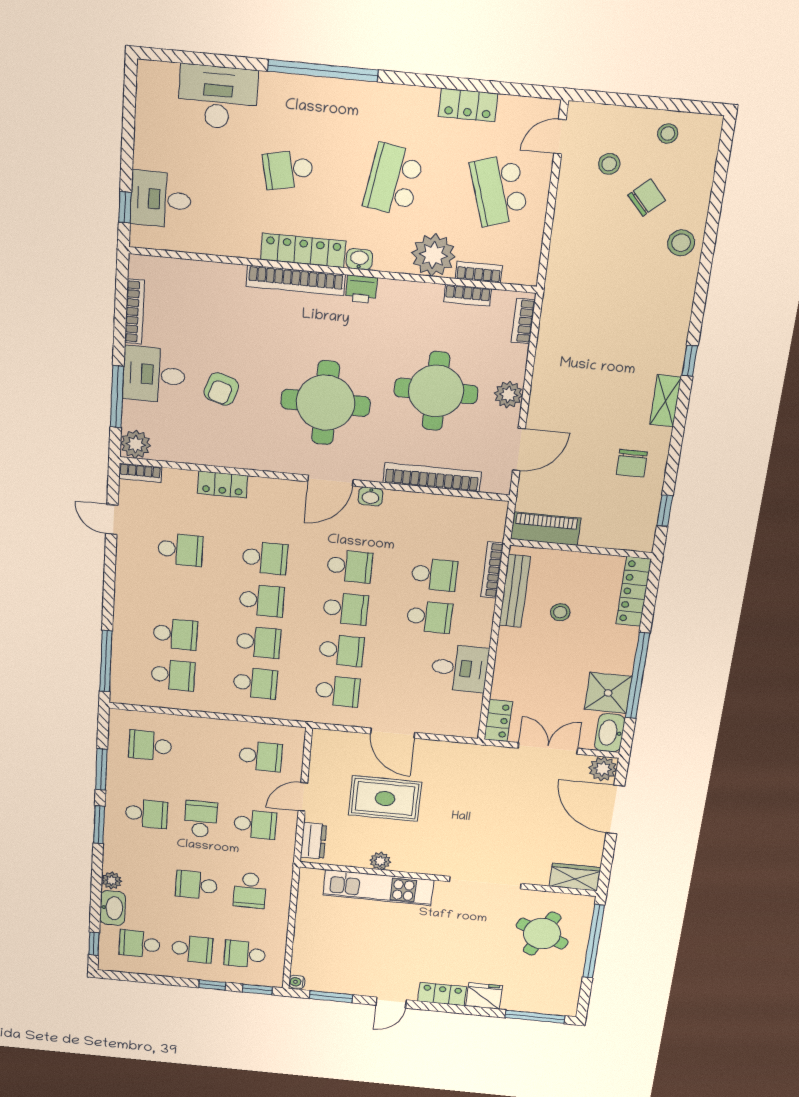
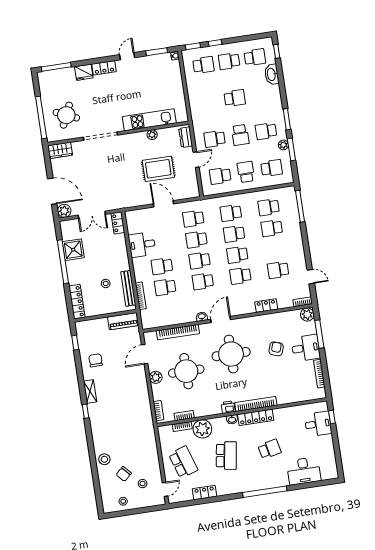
washbasin: (610, 733) -> (67, 230), removed
plant: (112, 880) -> (283, 145), moved
school desk: (250, 890) -> (246, 172), moved

